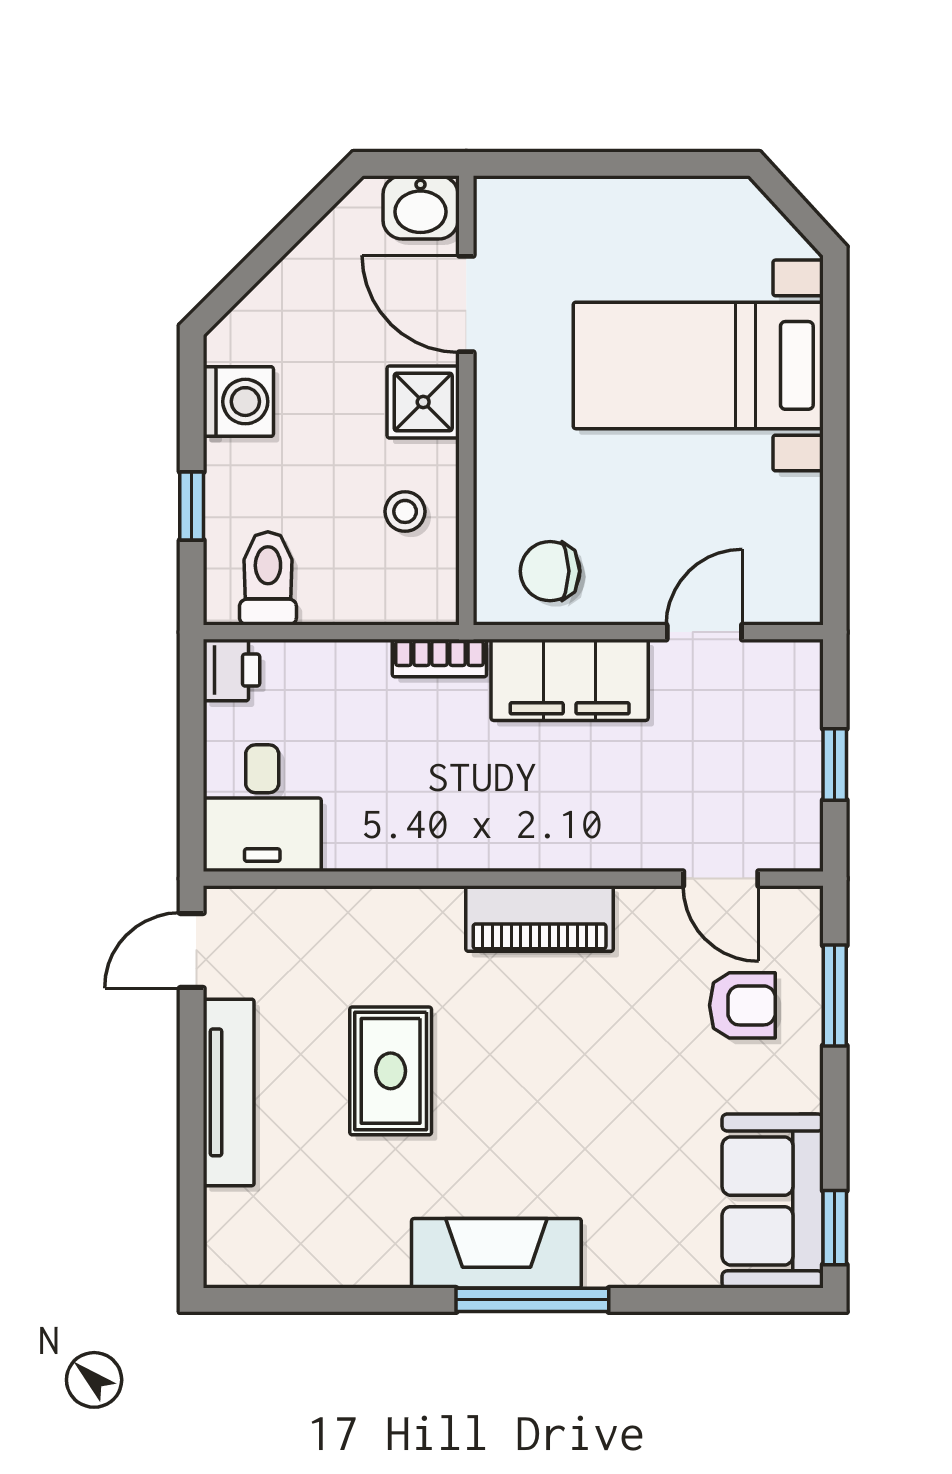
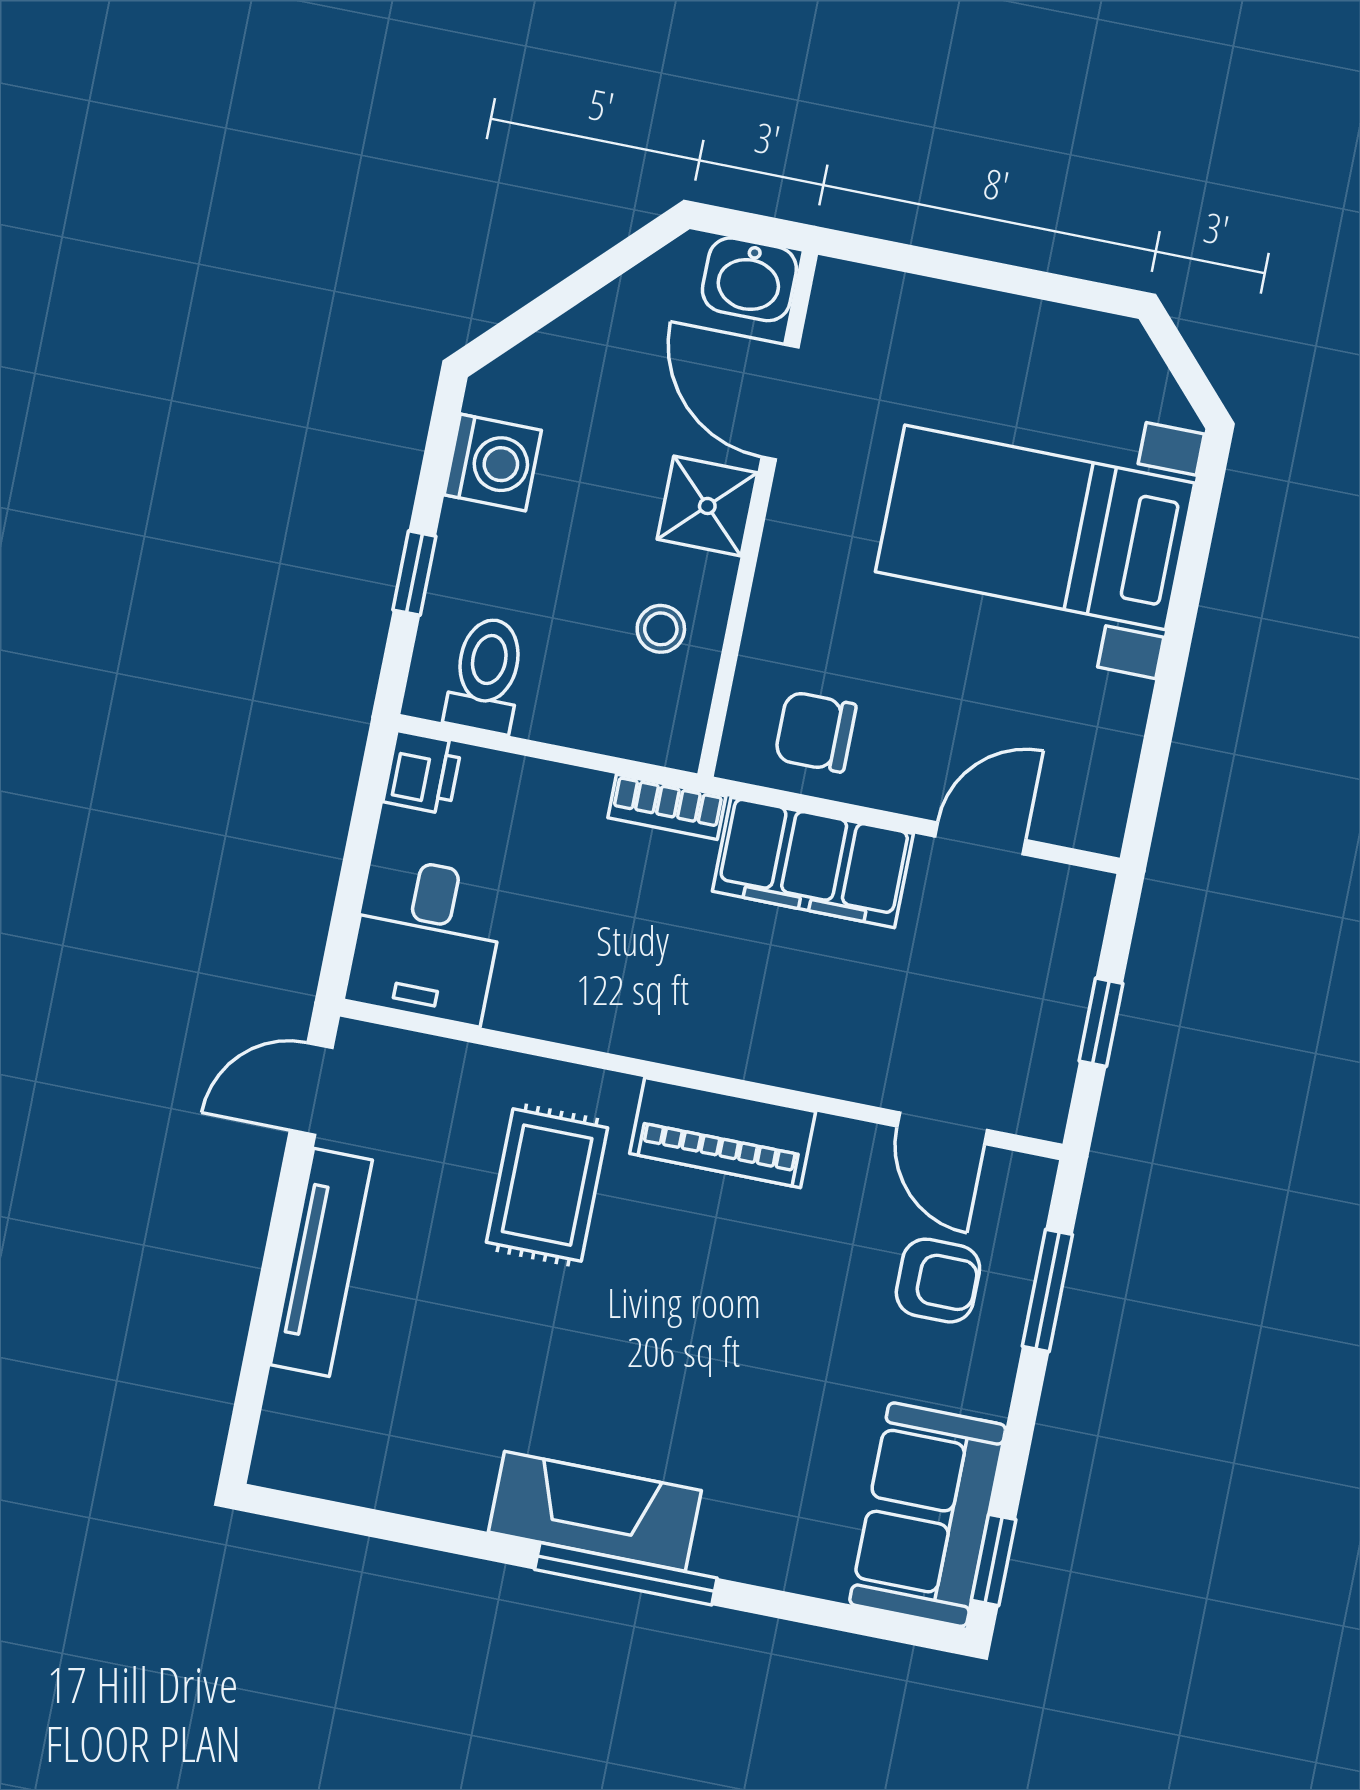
rug: (391, 1071) -> (547, 1185), moved

